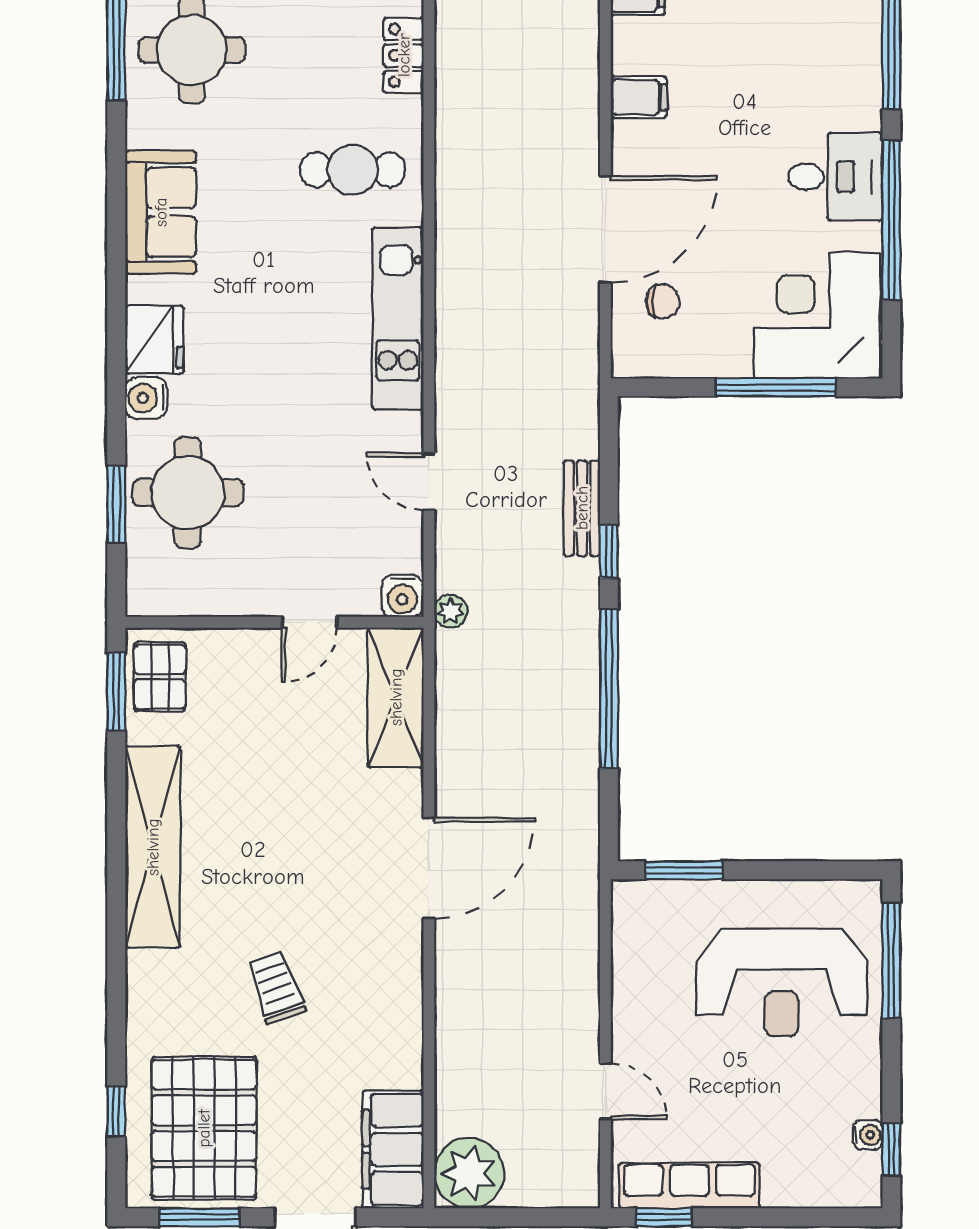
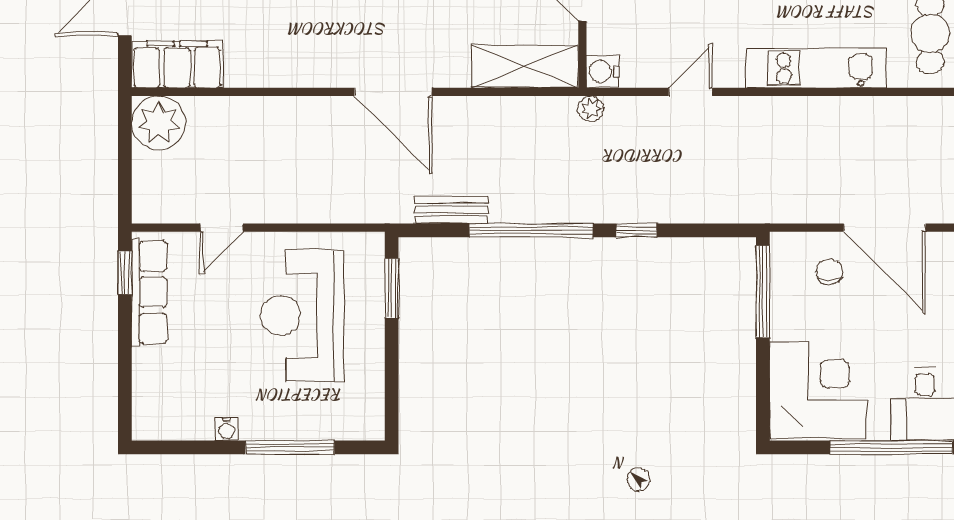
chair: (663, 301) -> (829, 272), turned 180
window: (776, 387) -> (763, 292), moved
bench: (582, 508) -> (451, 210), moved
window: (891, 961) -> (290, 447), moved
reception desk: (781, 983) -> (302, 316), moved
water cooler: (868, 1135) -> (227, 429), moved
window: (891, 1150) -> (177, 447), removed

